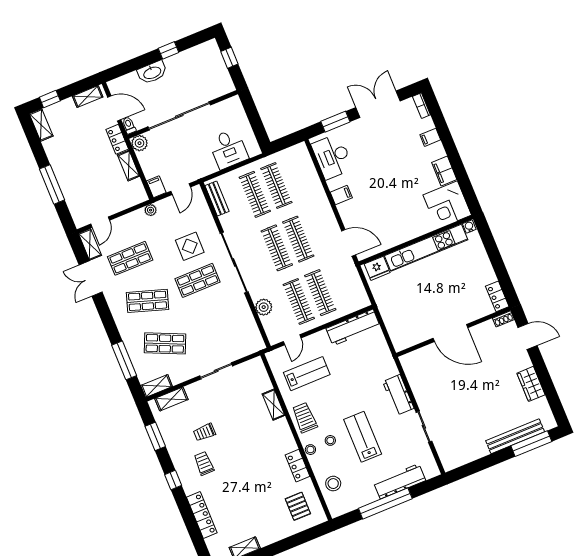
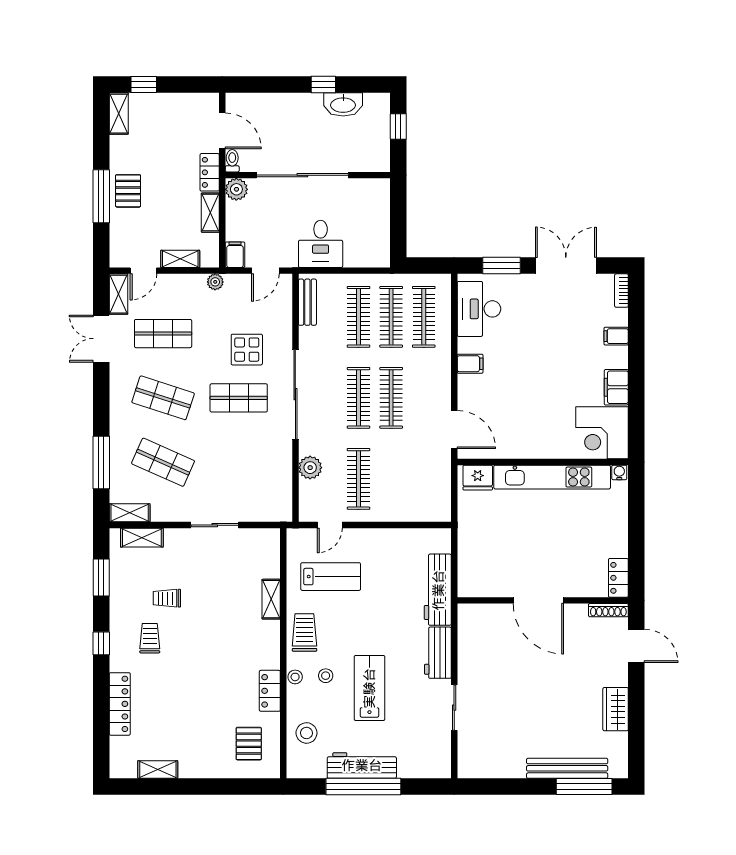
washbasin: (152, 72) -> (343, 104), moved
shelving: (88, 97) -> (180, 259), moved
desk: (228, 149) -> (321, 244), moved
pallet: (68, 174) -> (128, 191), added
clothes rail: (320, 293) -> (424, 317), moved
shoe rack: (503, 319) -> (608, 610), width x1.43
workbench: (353, 328) -> (438, 590), moved, turned 90
workbench: (400, 481) -> (362, 765), moved

